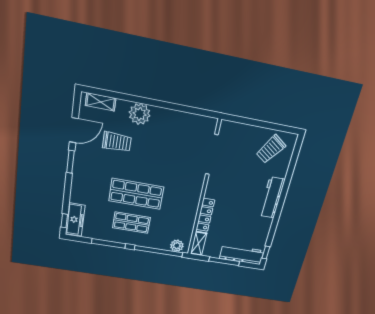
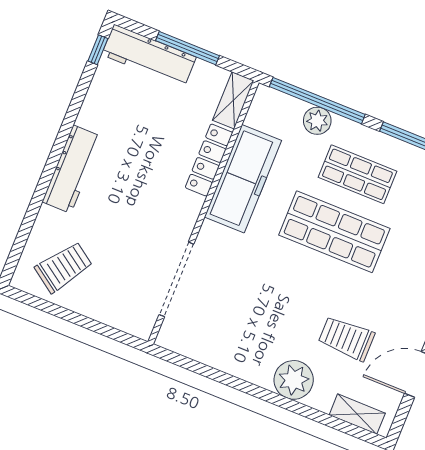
freezer: (187, 210) -> (243, 179), added
plant: (177, 246) -> (317, 121), moved

